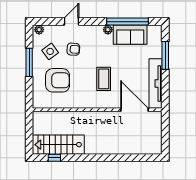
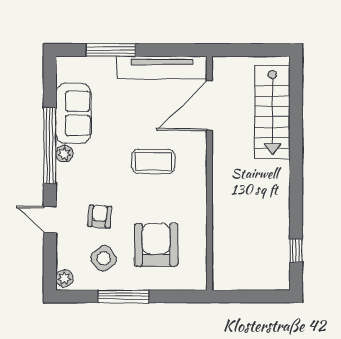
window: (128, 22) -> (50, 146), moved
stairs: (58, 145) -> (272, 112), moved

